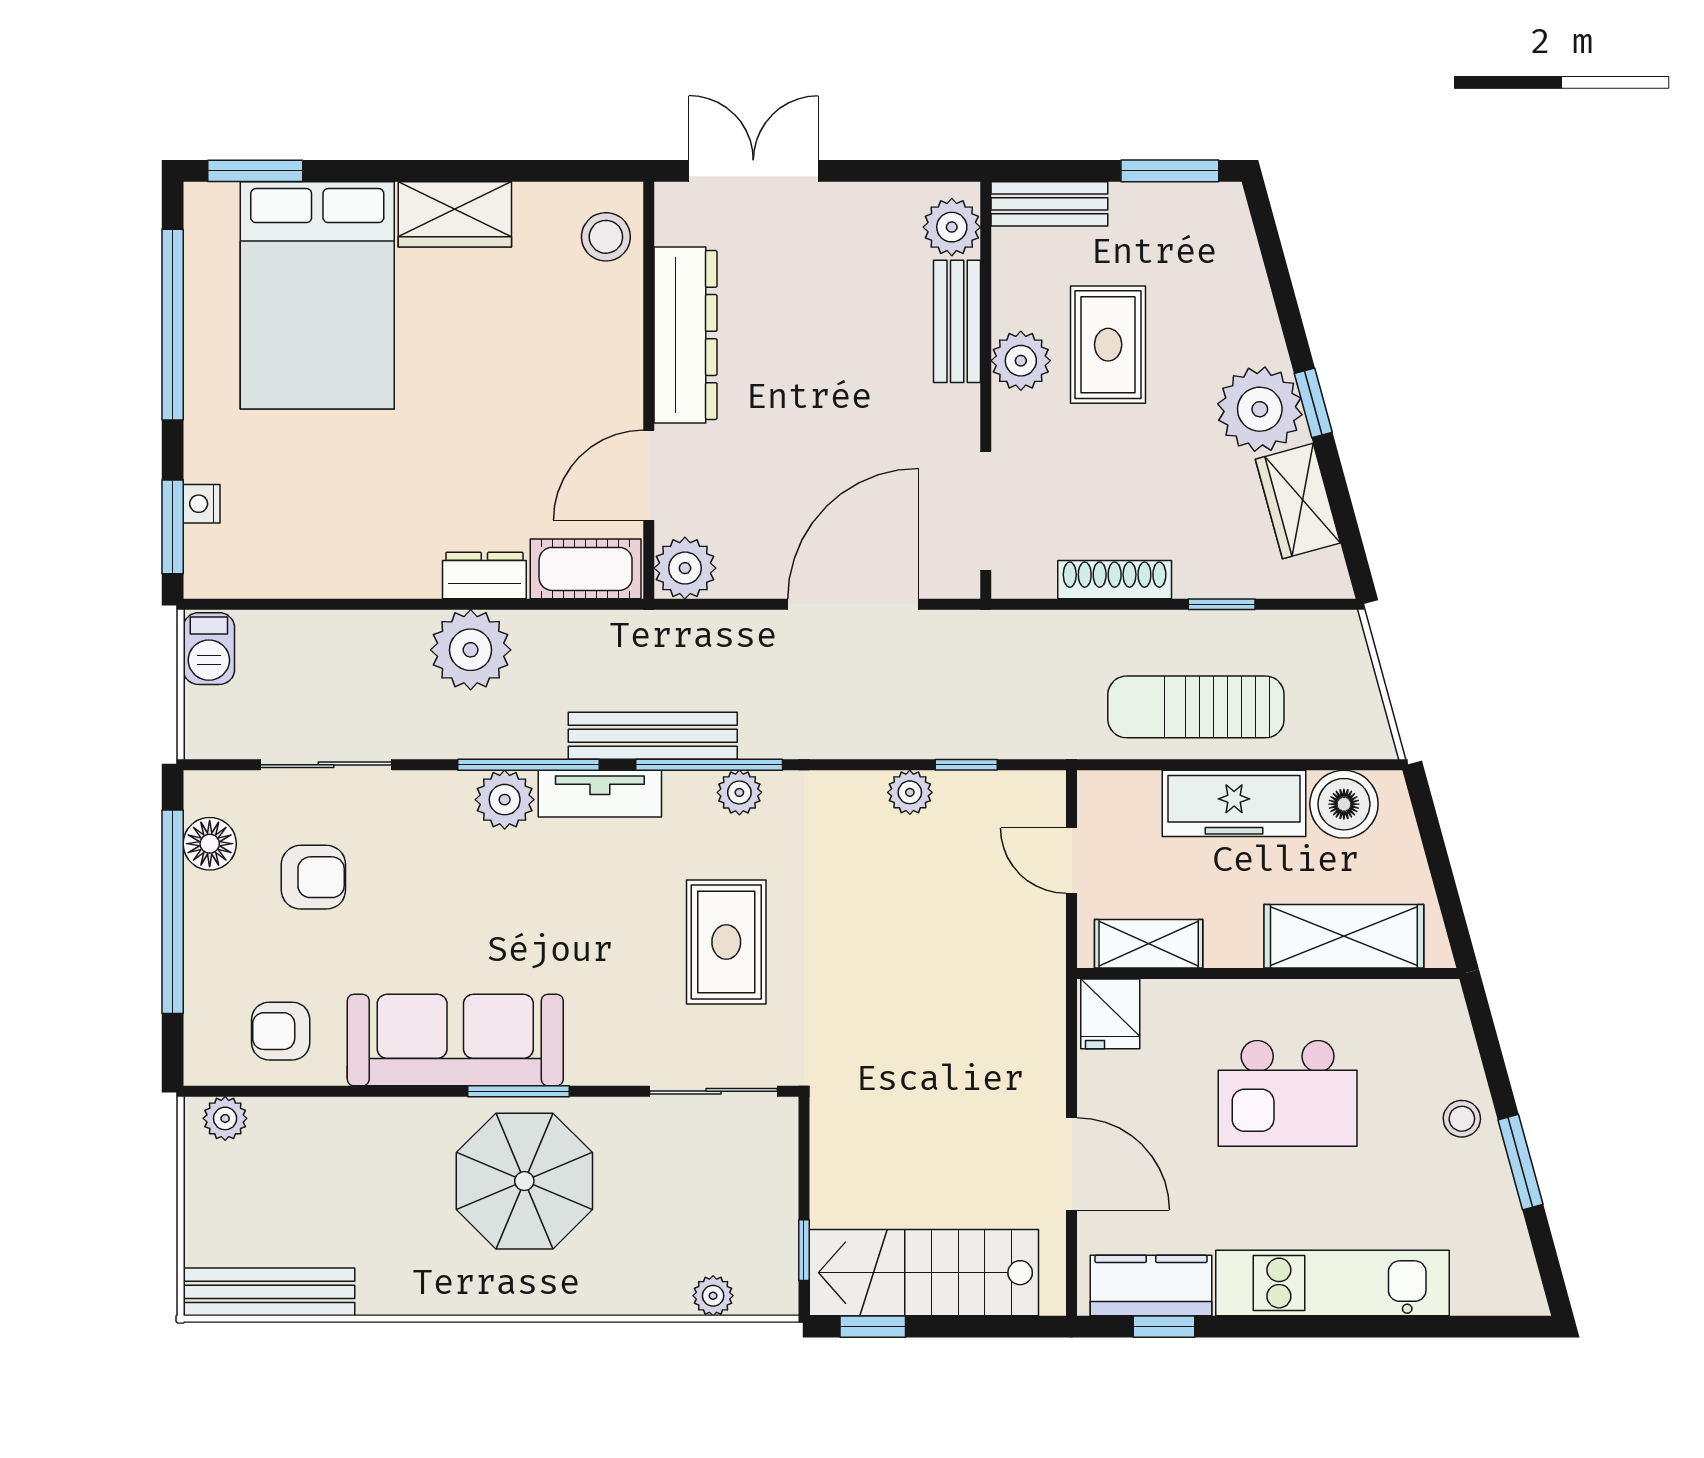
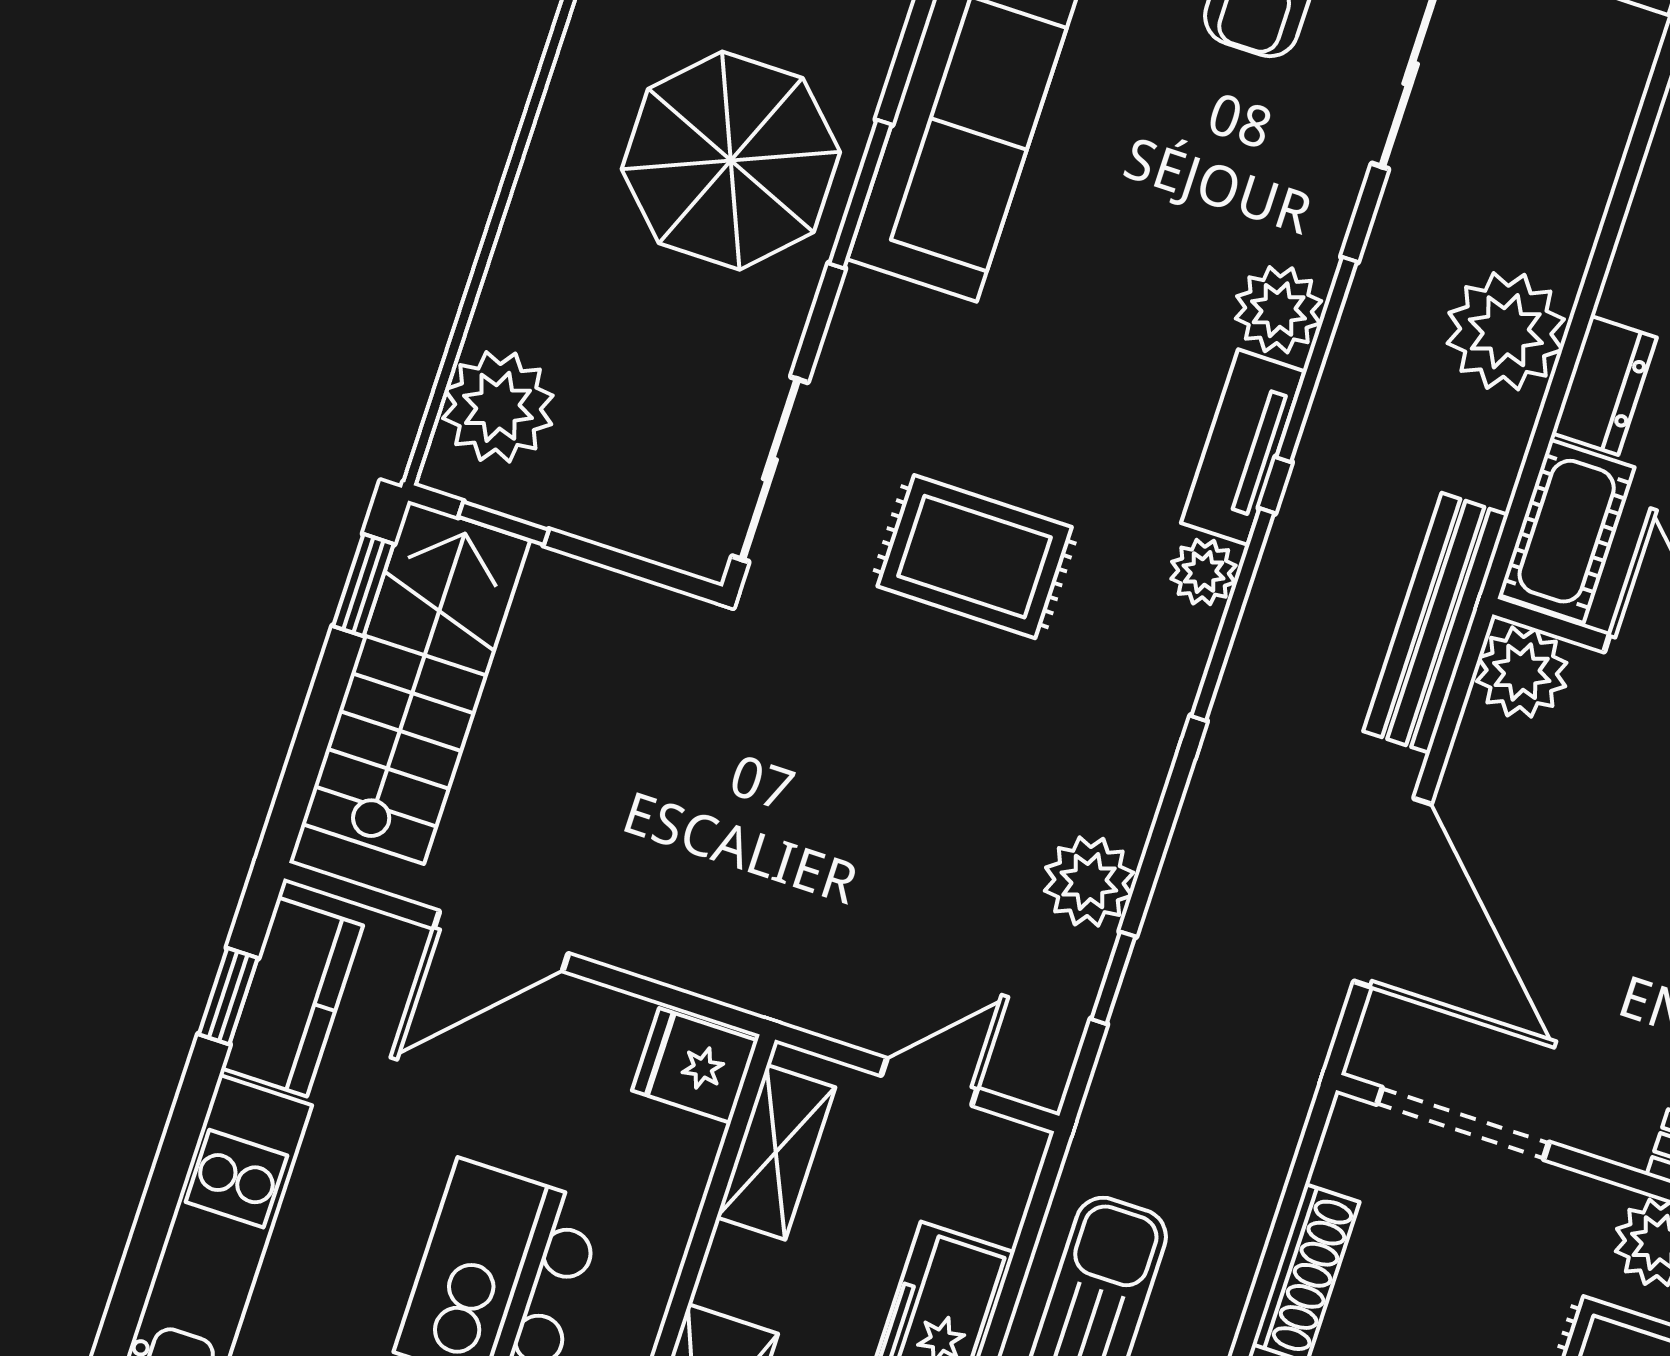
bench: (653, 736) -> (1436, 623), moved
plant: (739, 792) -> (1203, 572), moved
plant: (910, 792) -> (1089, 882), width x1.38, depth x1.38
plant: (713, 1296) -> (498, 407), width x1.87, depth x1.87

